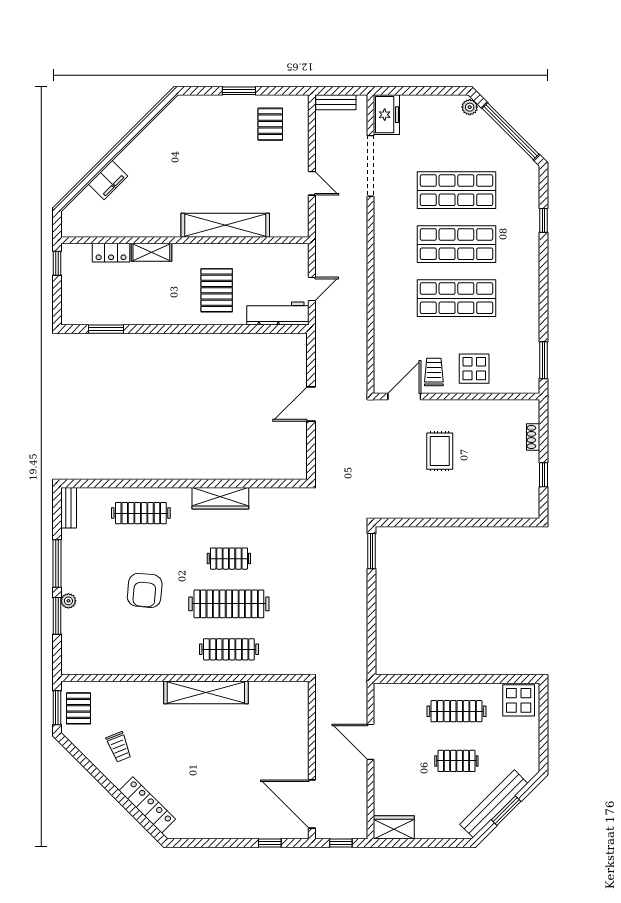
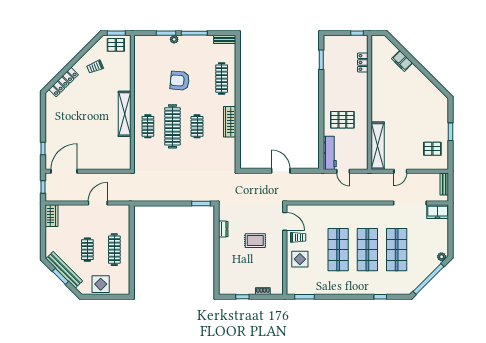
shelving: (225, 225) -> (378, 146), moved
shelving: (151, 252) -> (363, 84), removed
dresser: (418, 510) -> (223, 229), added
clothes rail: (229, 649) -> (148, 126), width x0.73
display table: (519, 700) -> (101, 284), moved

